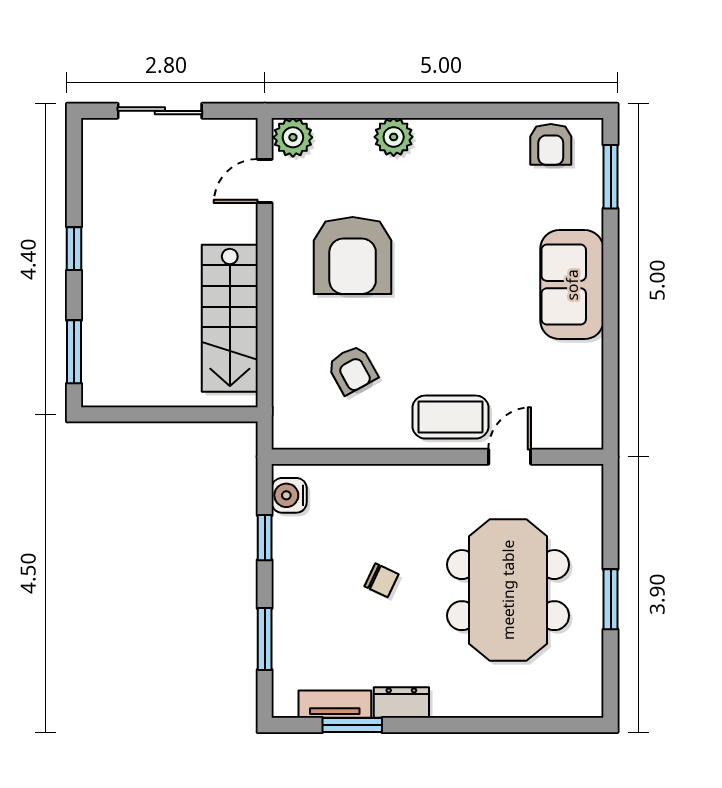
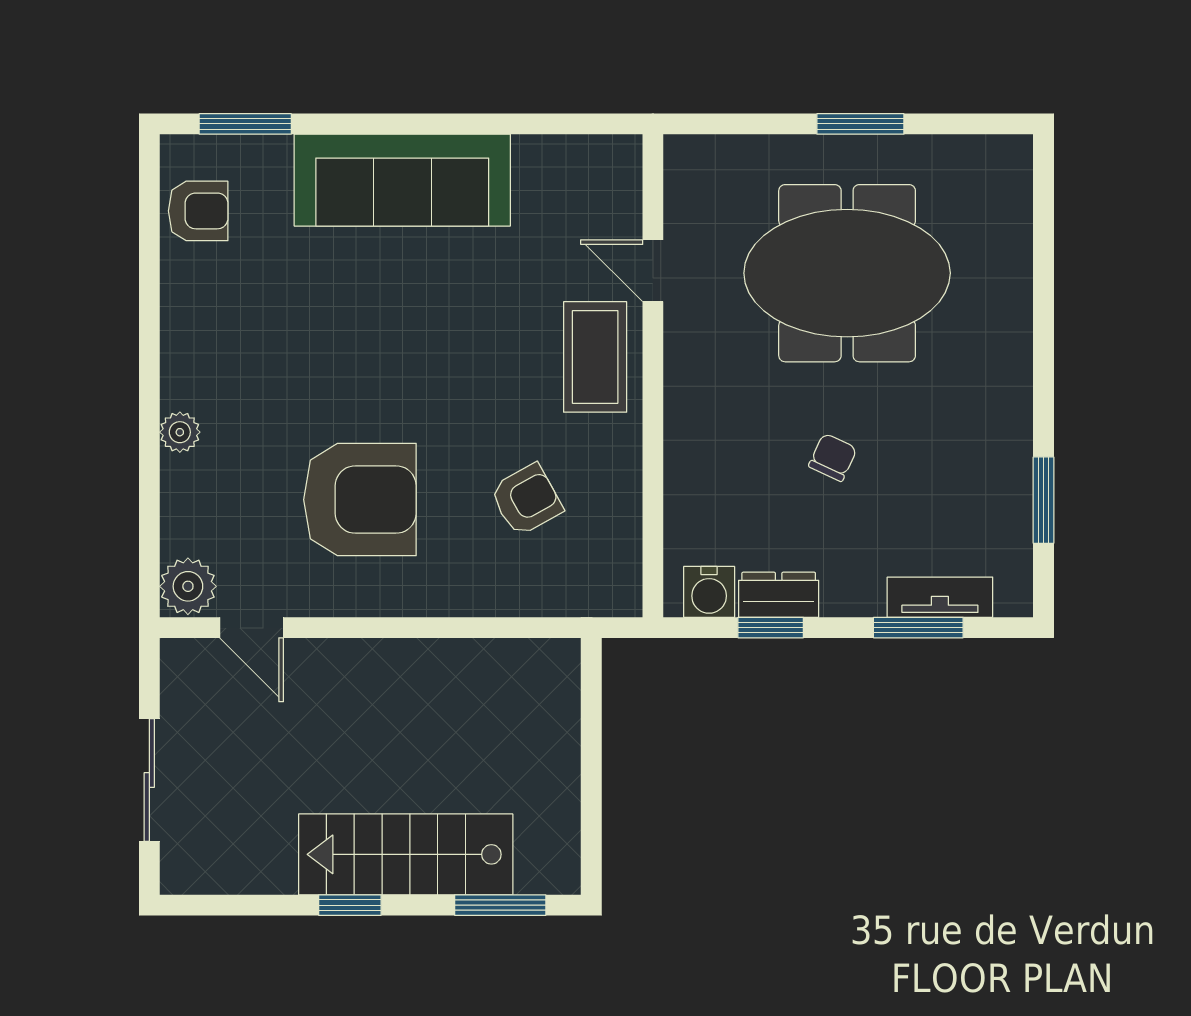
plant: (394, 137) -> (180, 432), width x0.73, depth x0.73
sofa: (572, 285) -> (402, 180), width x1.36
stairs: (230, 318) -> (406, 854), moved, turned 180
dresser: (401, 702) -> (779, 595), moved, turned 90
tv unit: (335, 704) -> (940, 597), moved, turned 90

